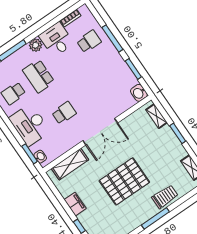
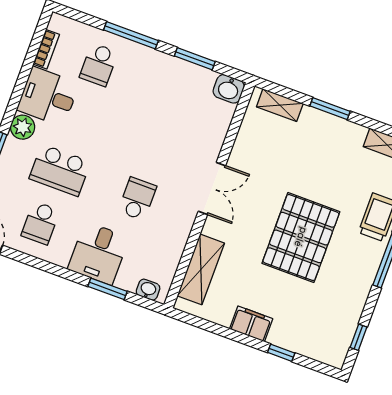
school desk: (89, 41) -> (99, 65), turned 180
desk: (30, 125) -> (98, 253), width x0.73
double door: (100, 132) -> (212, 188), width x0.73
window: (30, 154) -> (108, 289), moved

